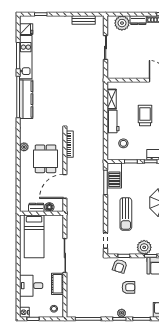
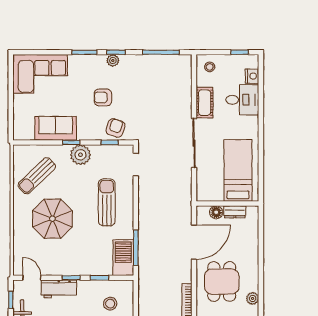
nightstand: (24, 312) -> (252, 76), moved

